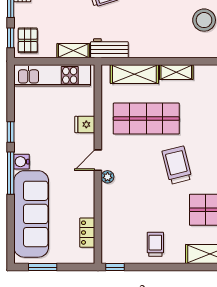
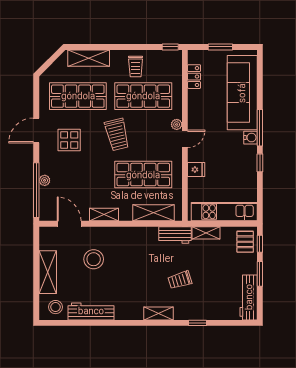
shelving: (176, 72) -> (104, 215), moved
shop shelf: (146, 210) -> (143, 96), added
window: (43, 267) -> (220, 47), moved

